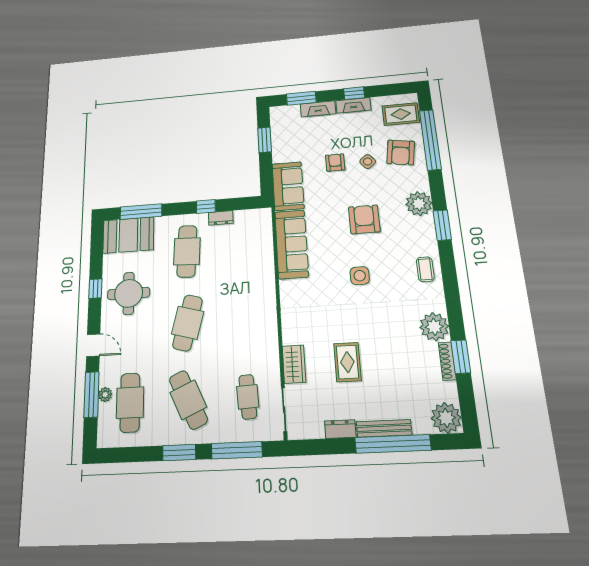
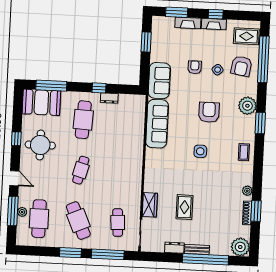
cafe table: (188, 323) -> (81, 170), width x0.73, depth x0.74
plant: (434, 327) -> (247, 191), width x0.53, depth x0.53
bench: (384, 428) -> (197, 249), width x0.73

